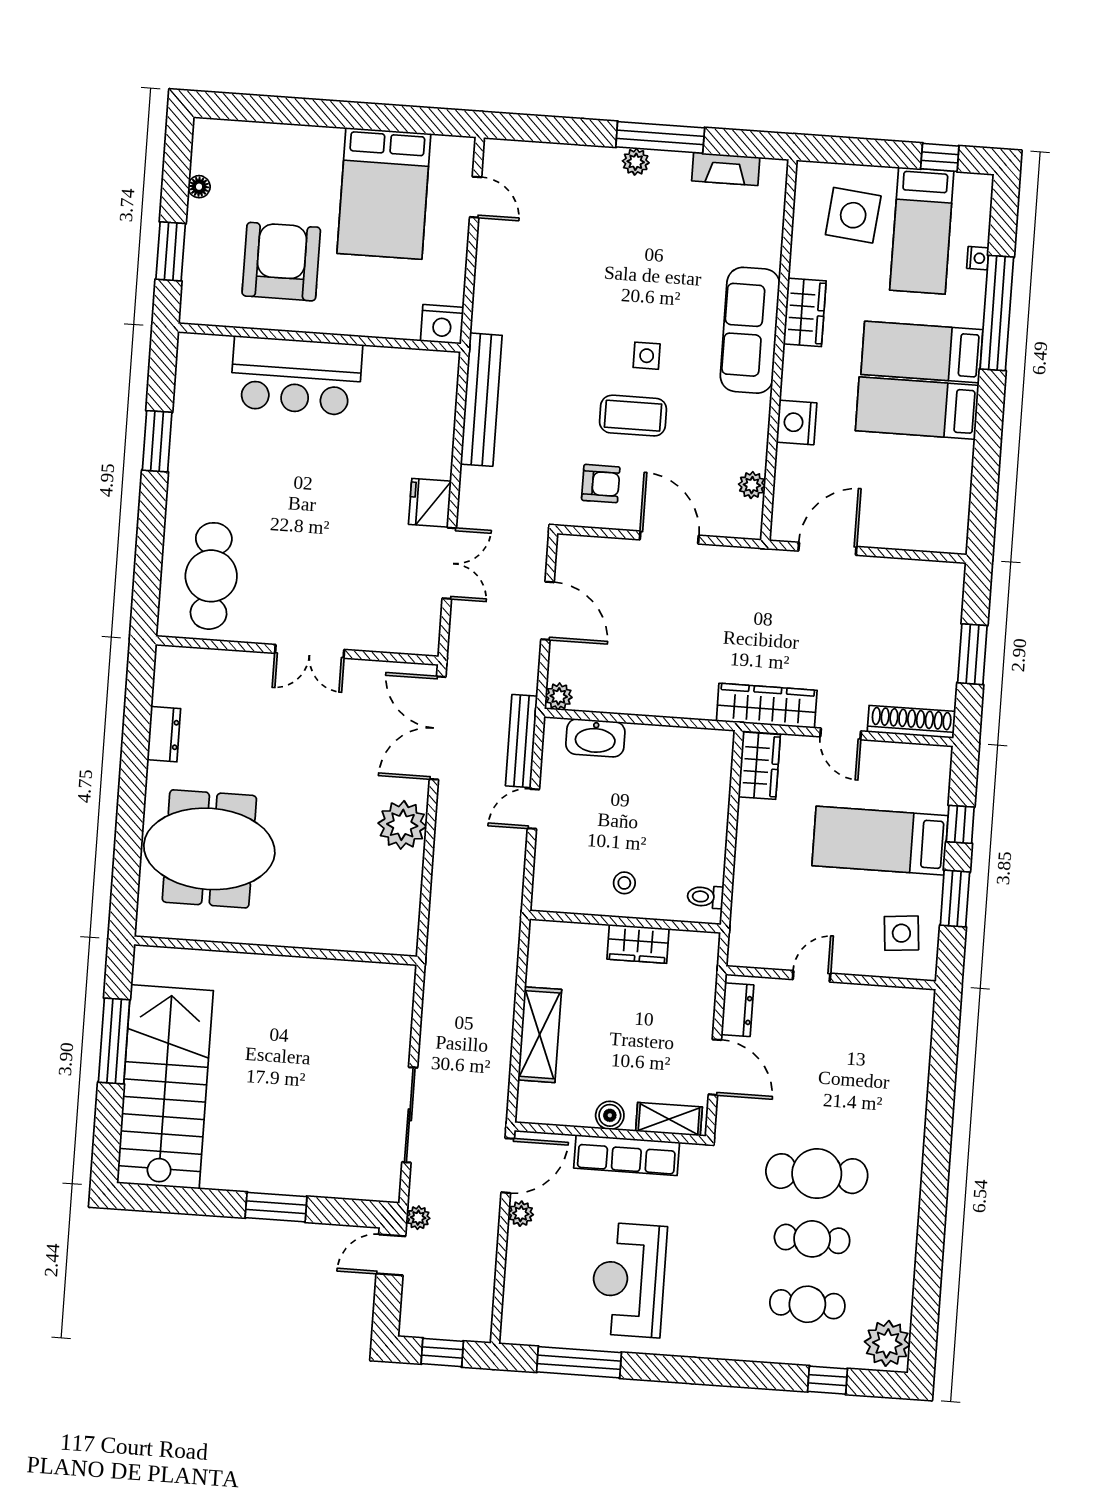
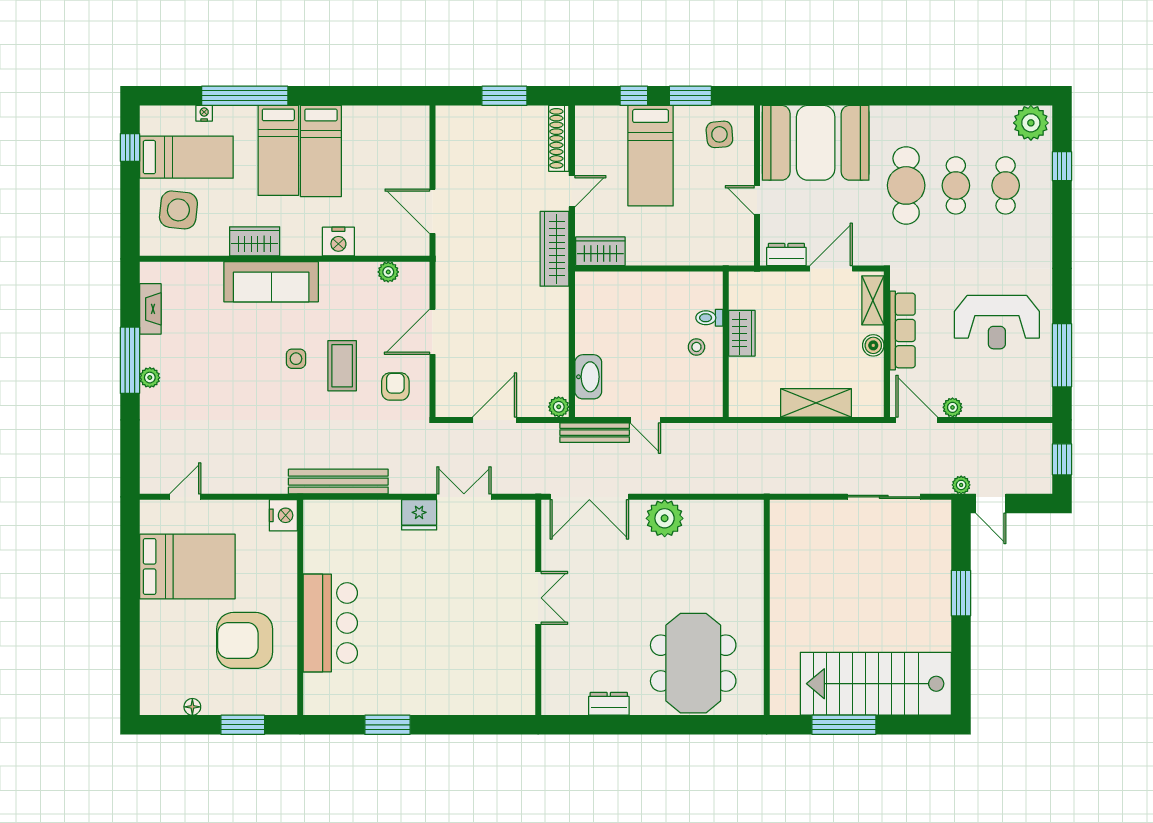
cafe table: (211, 576) -> (486, 677), removed
toilet: (705, 897) -> (709, 318), moved, turned 90
booth: (881, 1059) -> (816, 143), added

